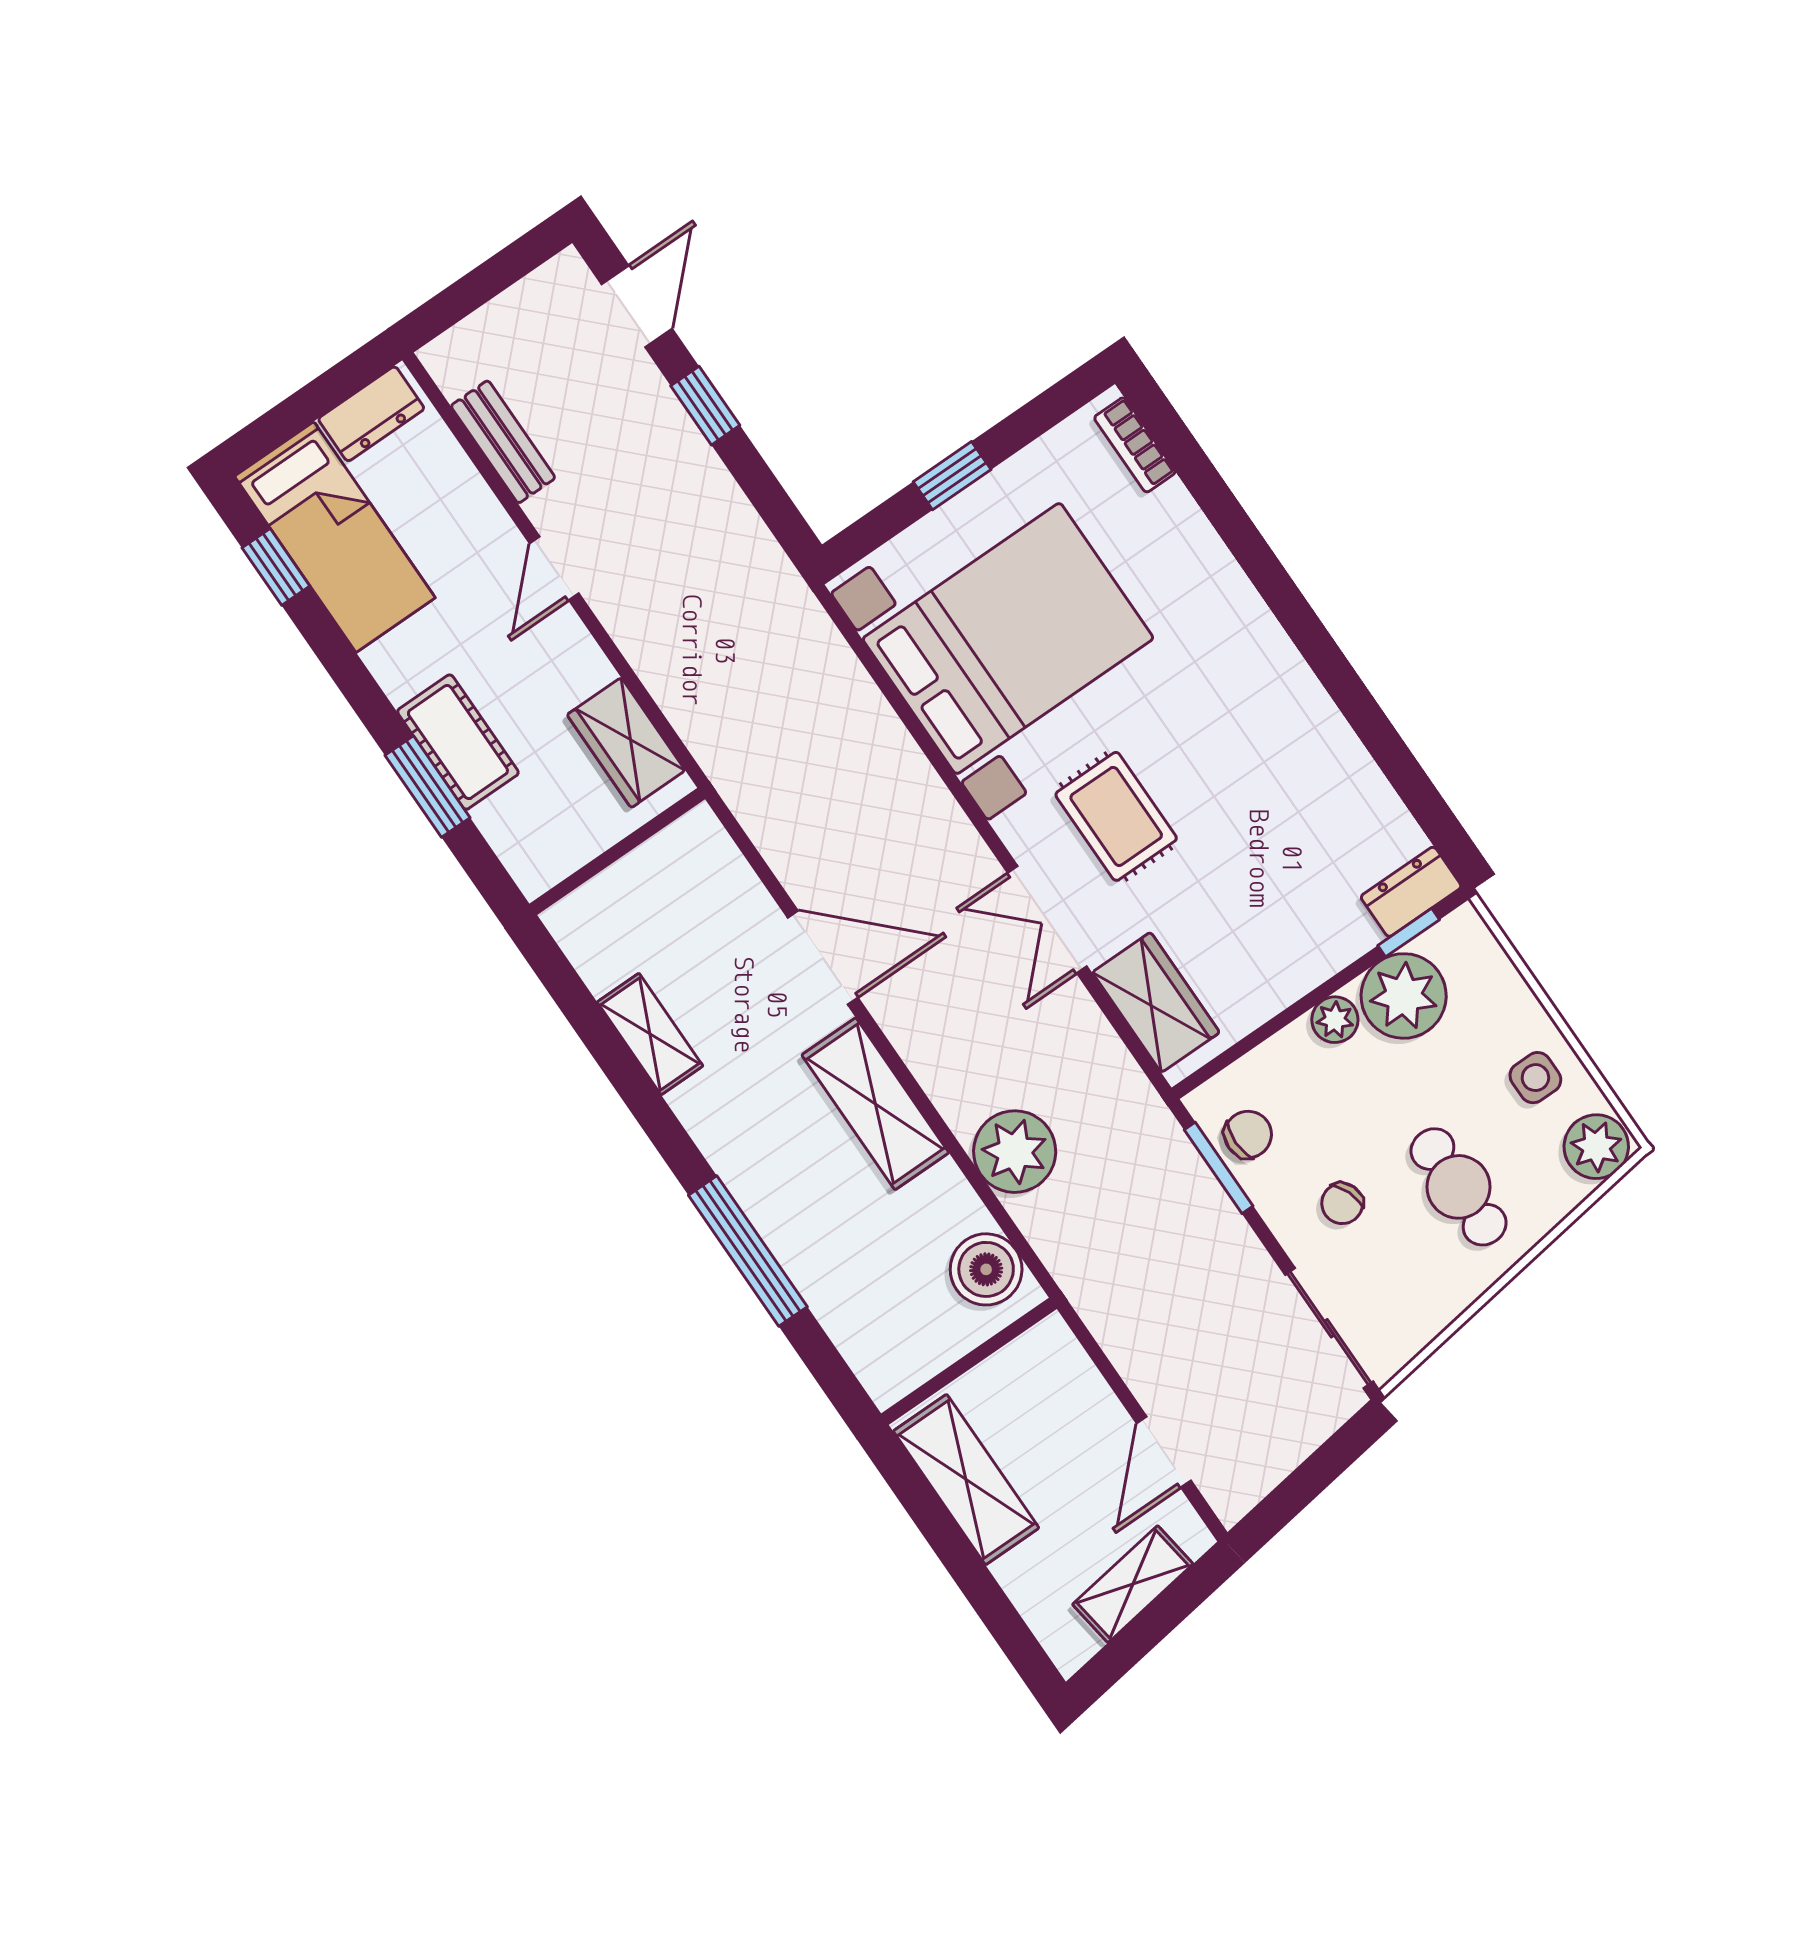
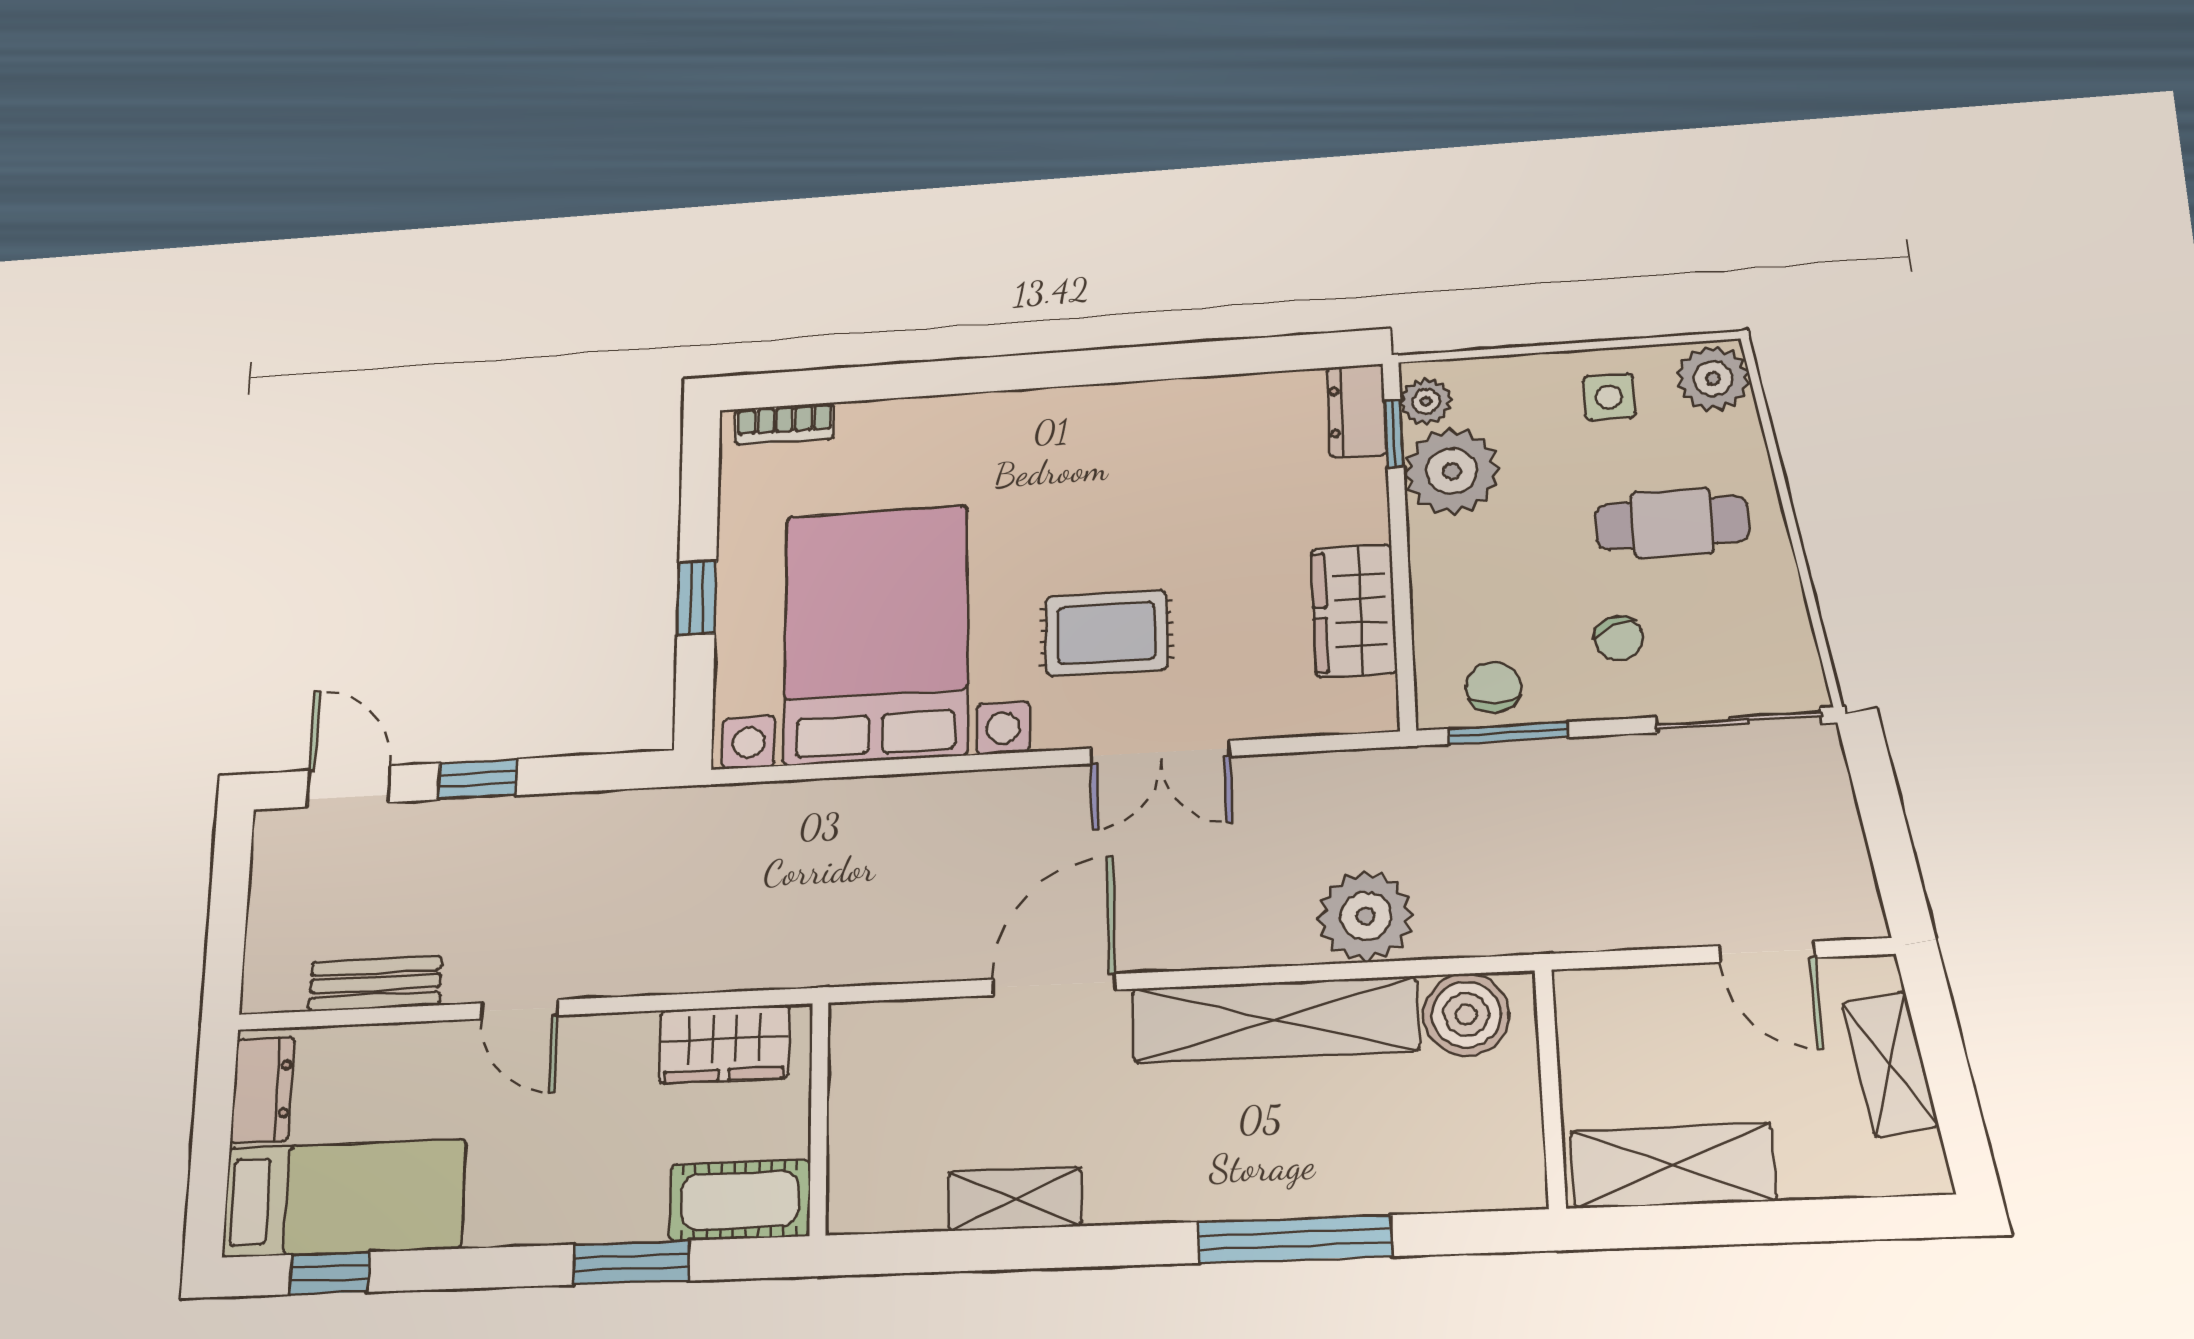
cot: (458, 742) -> (740, 1200), moved
wardrobe: (1156, 1002) -> (1354, 611), moved, turned -90
plant: (1335, 1020) -> (1426, 401), moved
shelving: (875, 1104) -> (1275, 1020), width x1.47

